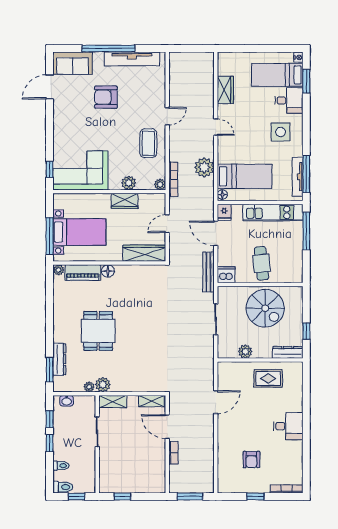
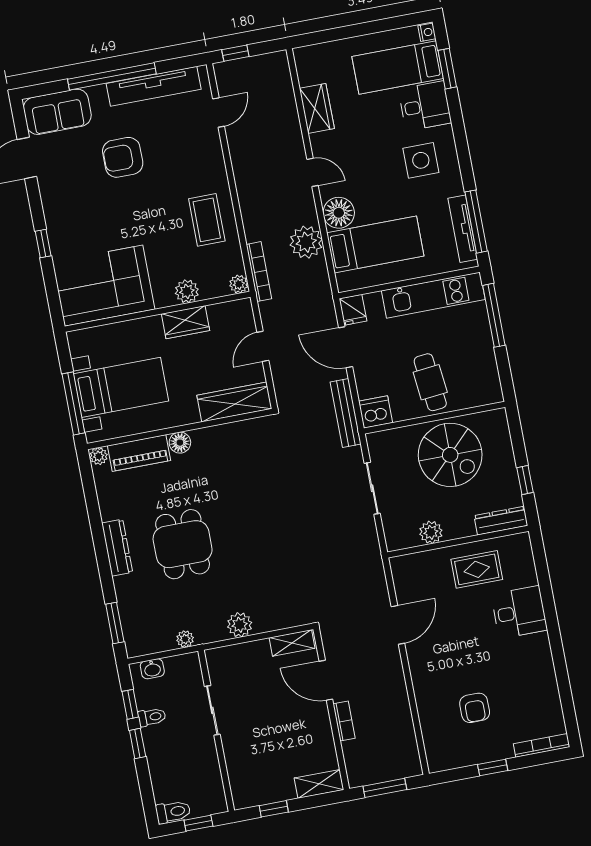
window: (184, 48) -> (235, 53), added
door: (167, 116) -> (219, 112), moved
window: (50, 169) -> (43, 243), moved
floor lamp: (222, 195) -> (339, 213), moved, width x1.89, depth x1.89
dresser: (59, 359) -> (117, 548), moved
plant: (103, 385) -> (240, 625), moved
shelving: (113, 402) -> (319, 784), moved
desk: (288, 426) -> (519, 612), moved
toilet: (61, 466) -> (152, 717), moved

